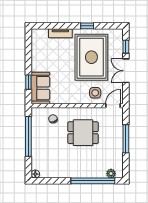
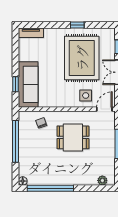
tv unit: (60, 33) -> (31, 33), moved
sofa: (40, 88) -> (28, 84), width x1.36
window: (93, 181) -> (50, 188), moved

